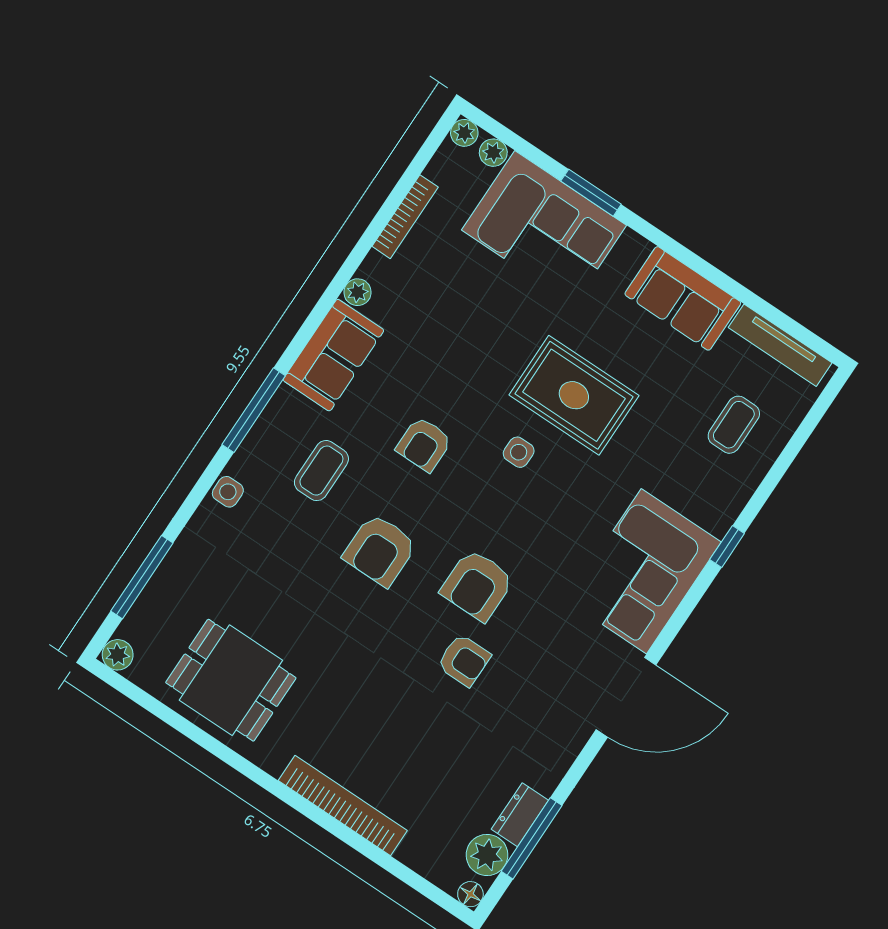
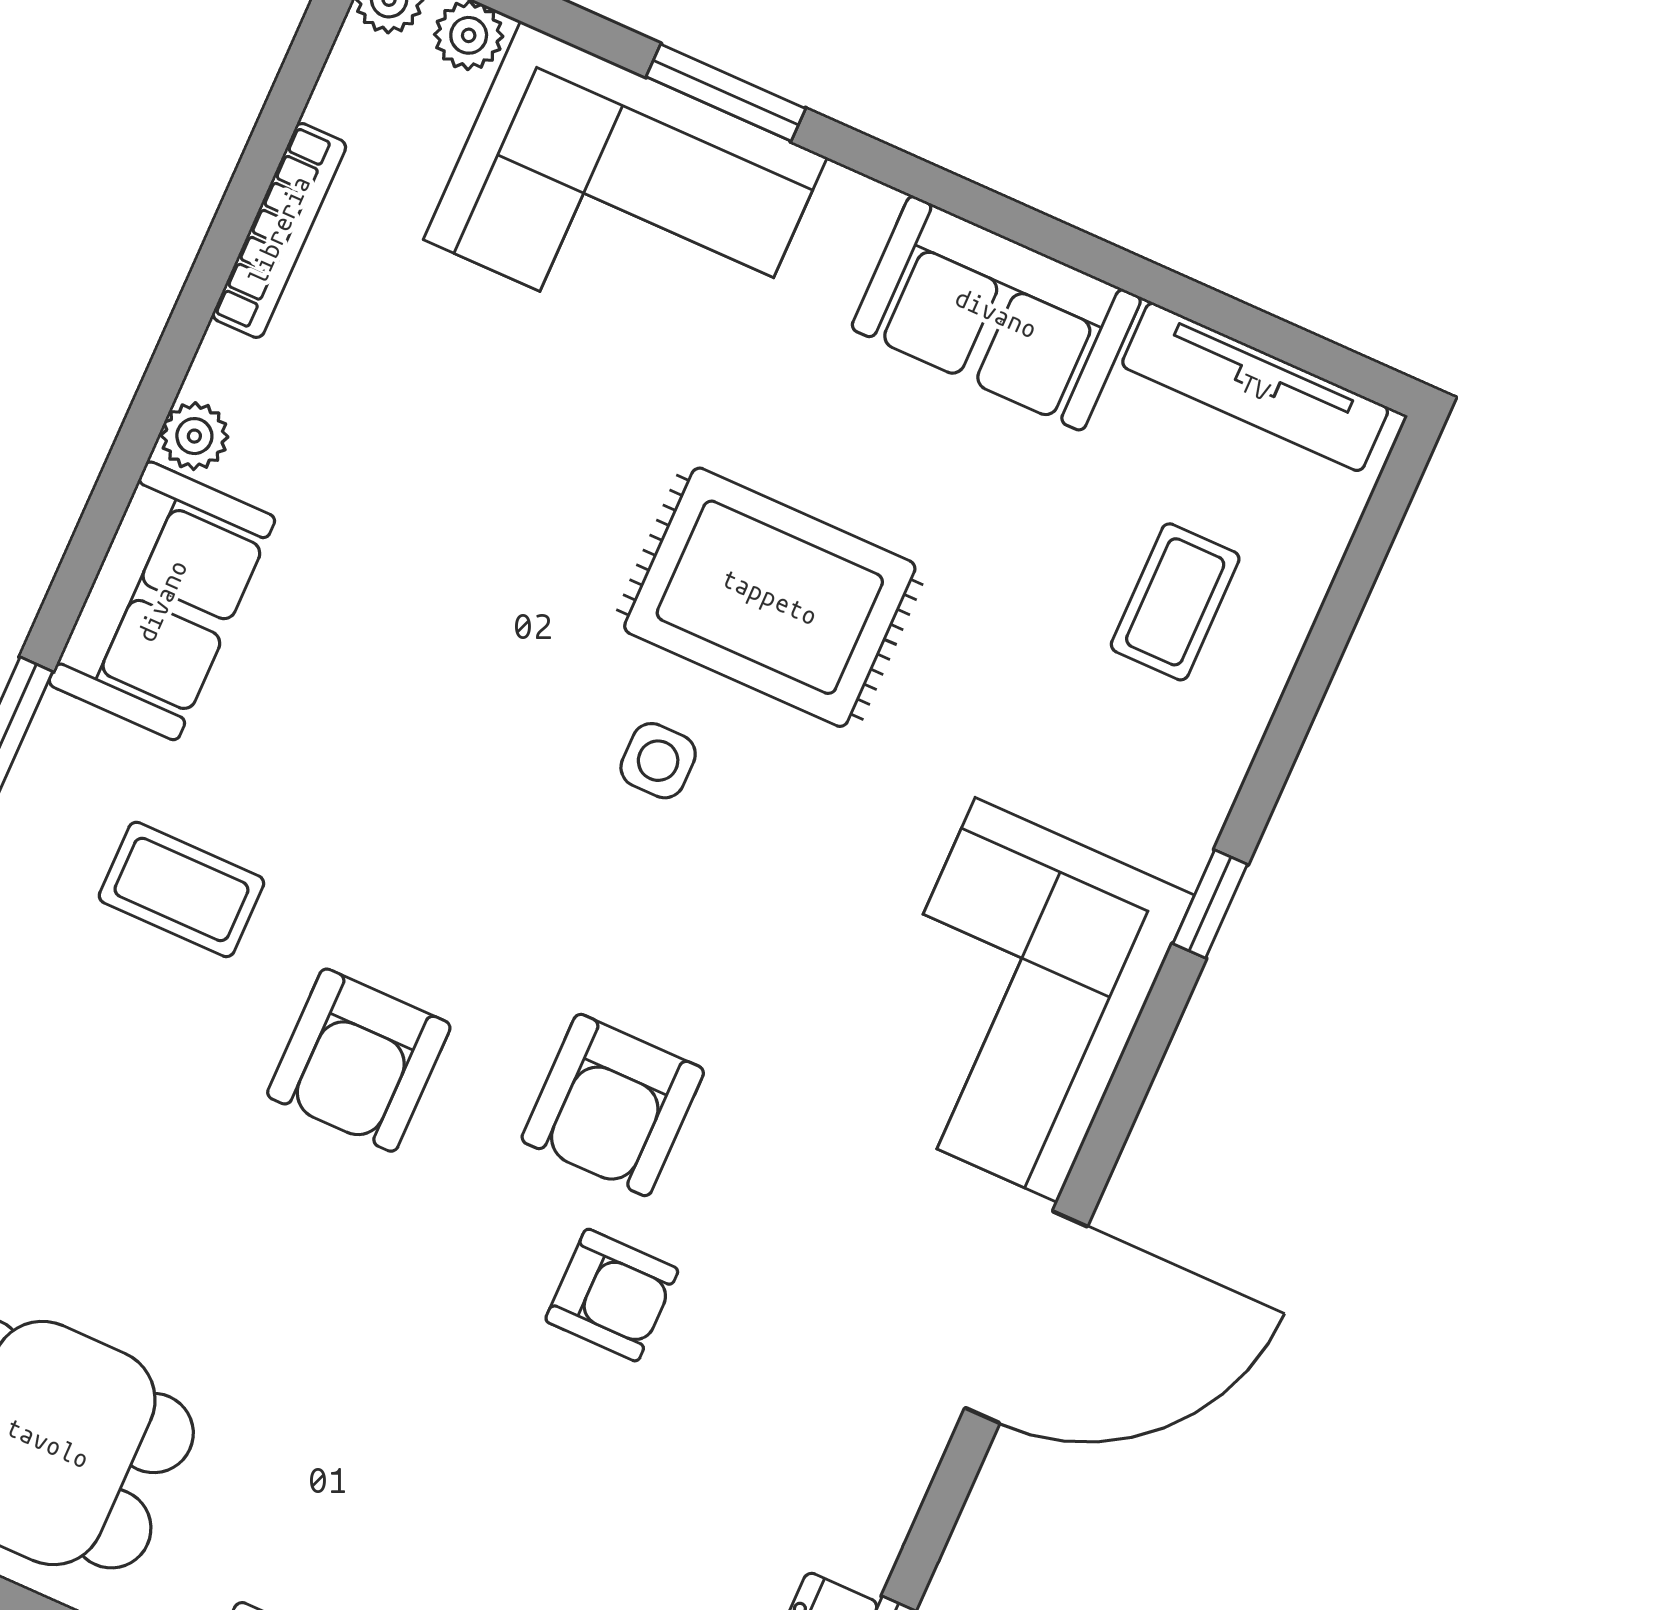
armchair: (424, 444) -> (422, 781), removed
coffee table: (321, 471) -> (181, 889), turned 90

